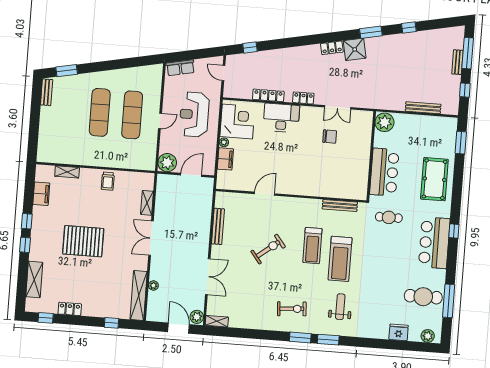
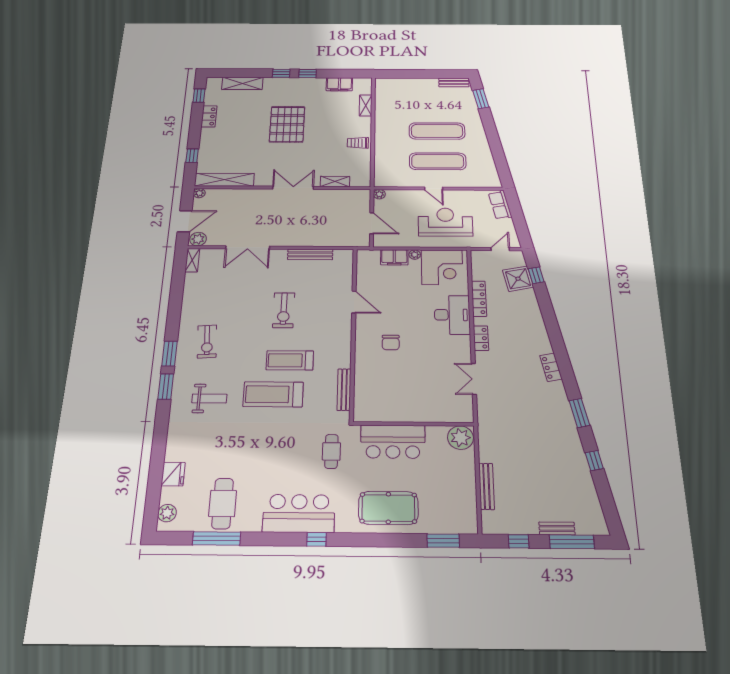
shower: (355, 49) -> (518, 279), moved
chair: (330, 136) -> (391, 342), moved
plant: (167, 163) -> (379, 194), width x0.53, depth x0.53
exercise bike: (268, 249) -> (284, 310), turned 38
plant: (153, 285) -> (199, 193), moved

